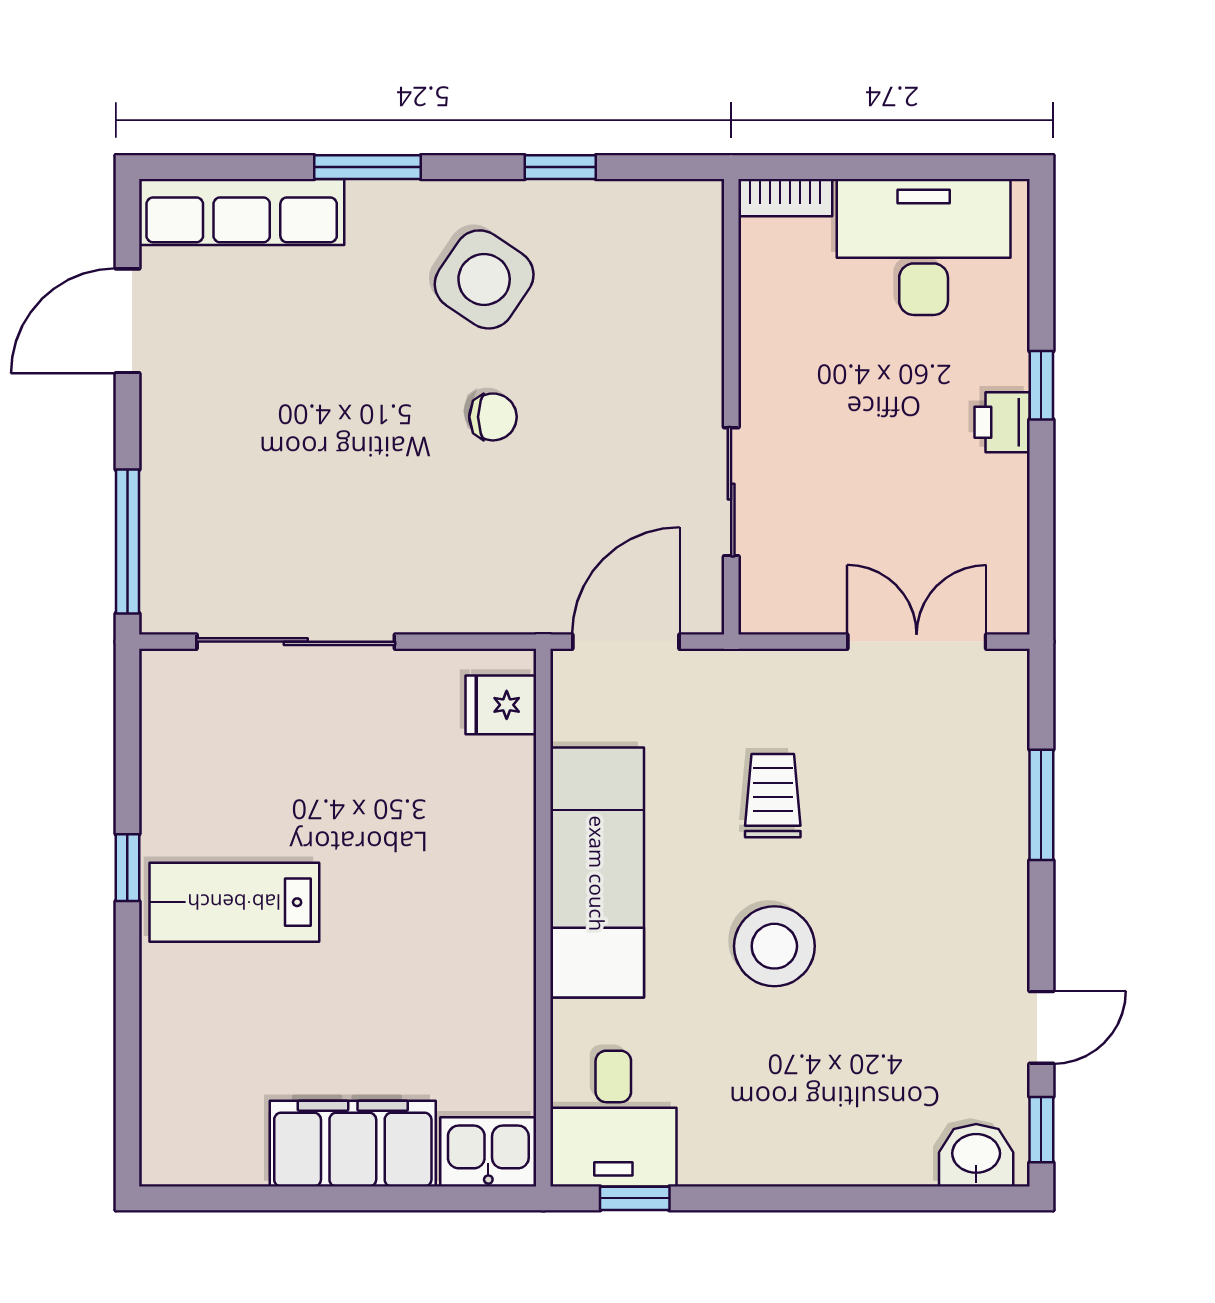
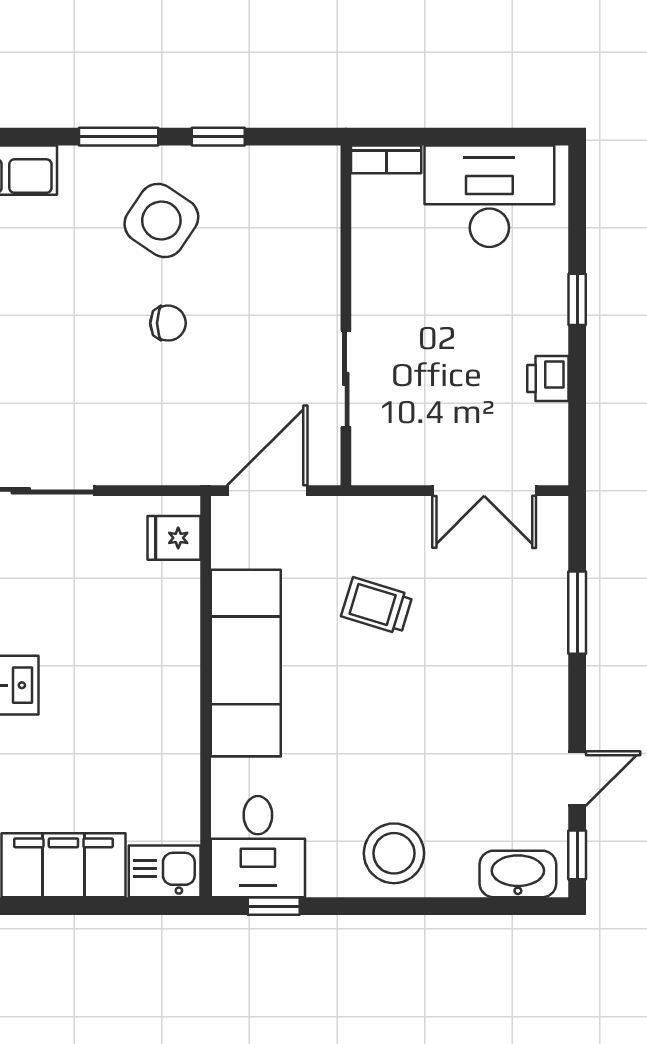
window: (368, 167) -> (119, 137), moved
printer: (1002, 422) -> (548, 379), moved
double door: (917, 642) -> (484, 491), swing flipped
trolley: (773, 796) -> (377, 606), turned -73
stool: (774, 946) -> (394, 853), moved
washbasin: (976, 1155) -> (518, 874), width x1.38

